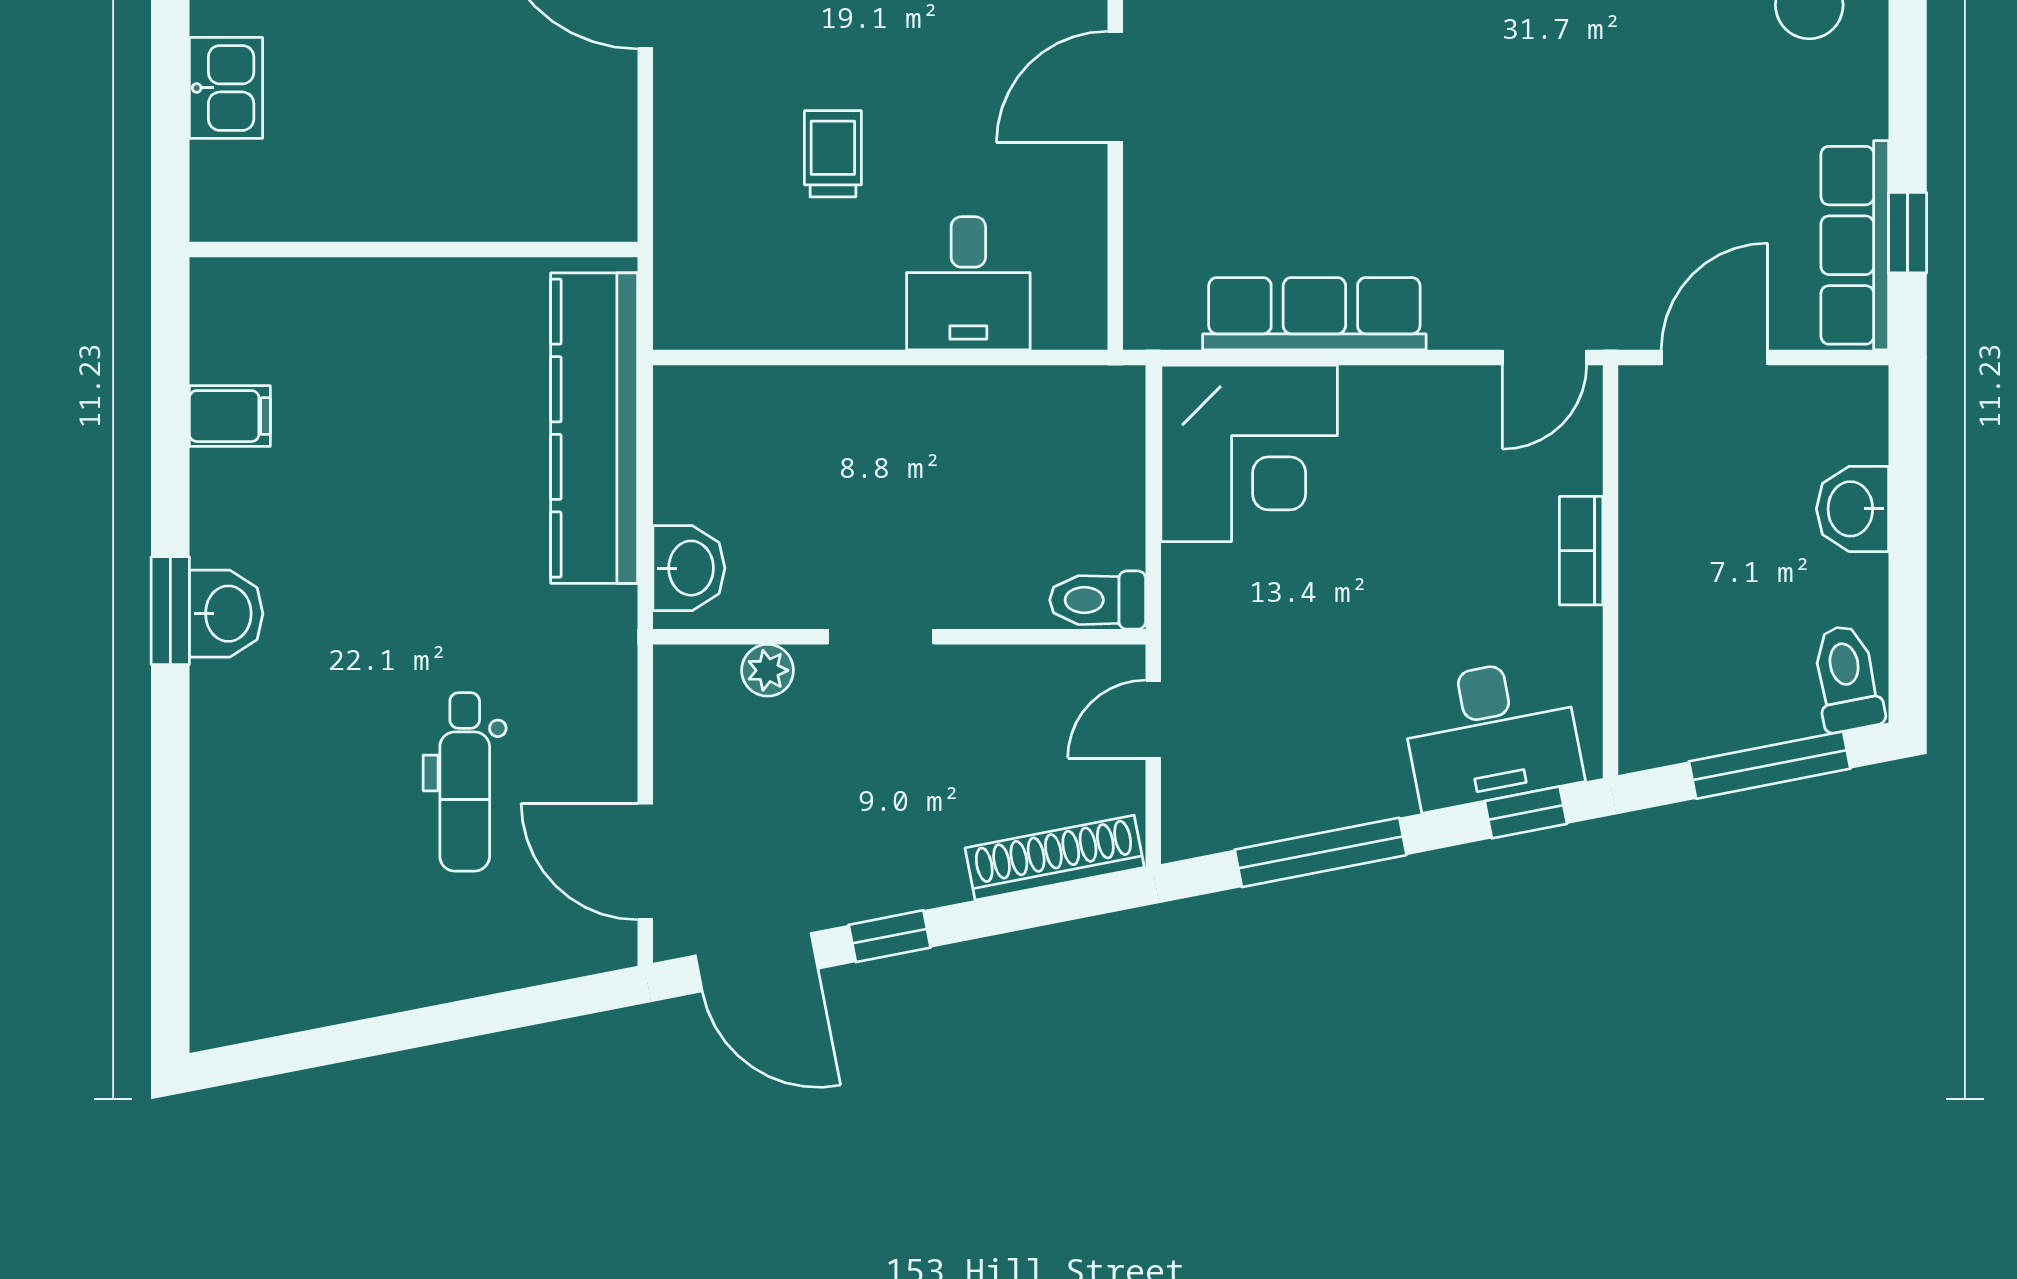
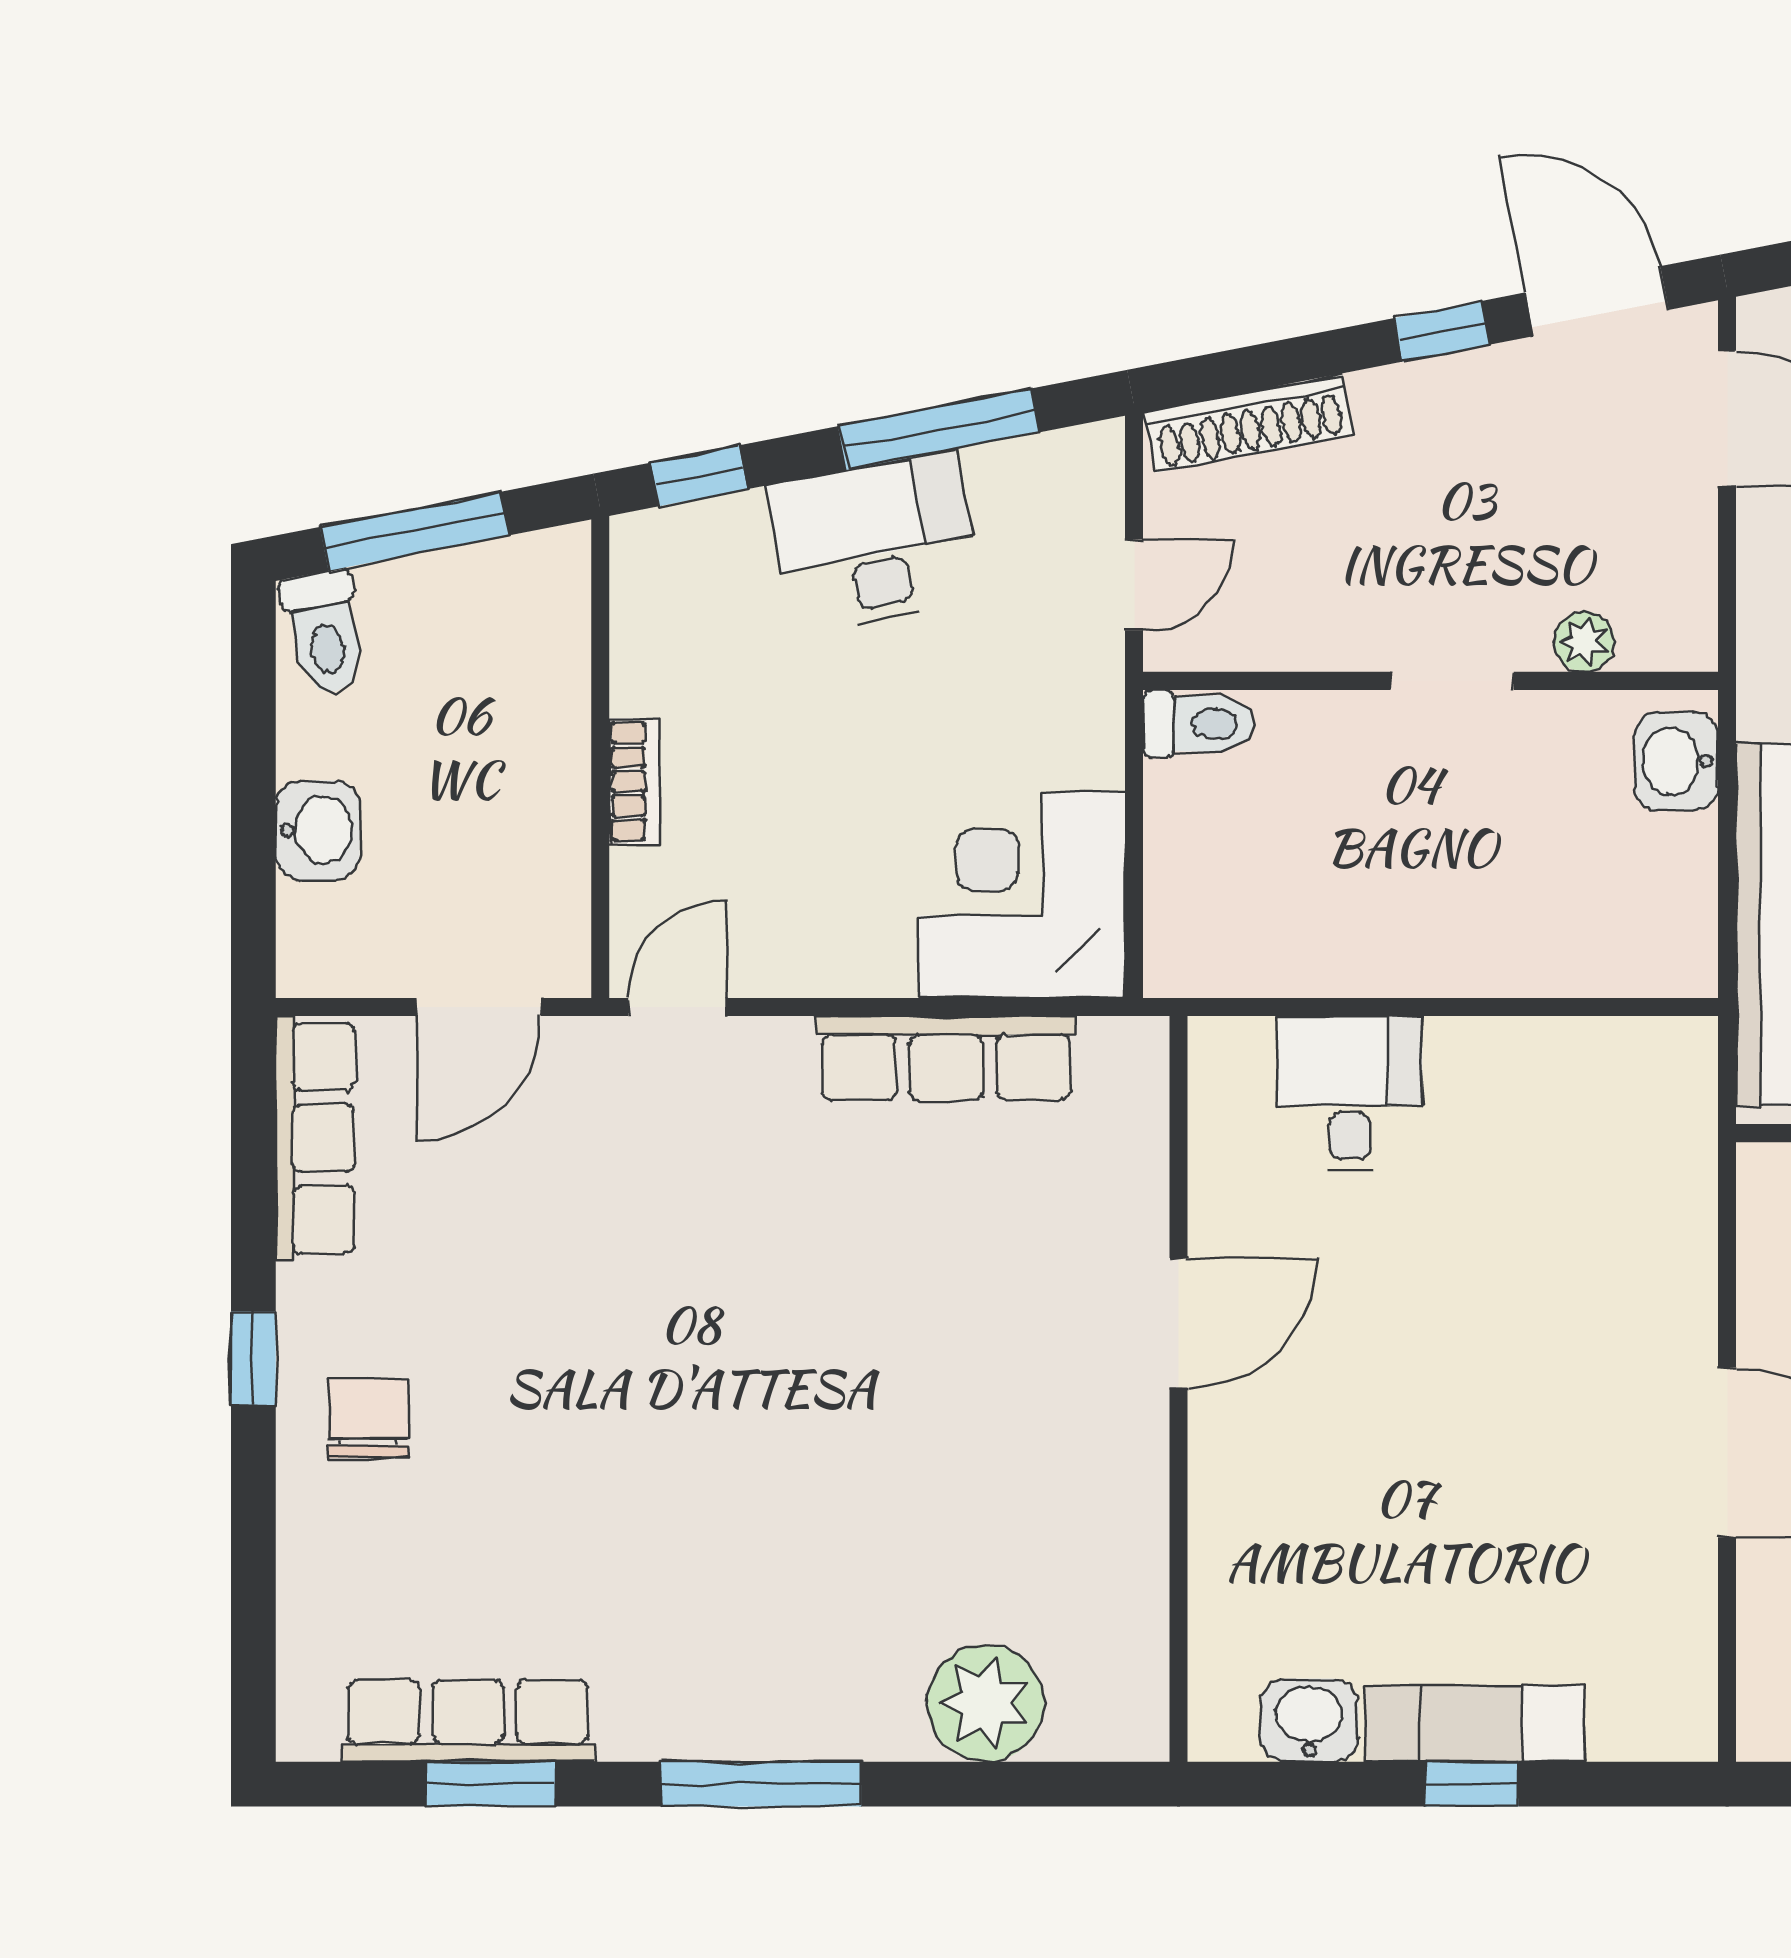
trolley: (833, 154) -> (1508, 1245), removed
window: (1908, 233) -> (253, 1359), moved
desk: (1491, 733) -> (875, 542), moved

